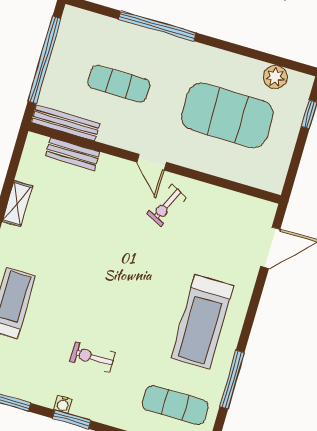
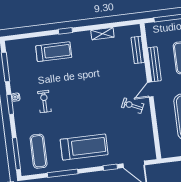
bench: (66, 123) -> (154, 64), moved
window: (258, 291) -> (110, 167), added
treadmill: (202, 322) -> (84, 147), turned 180

